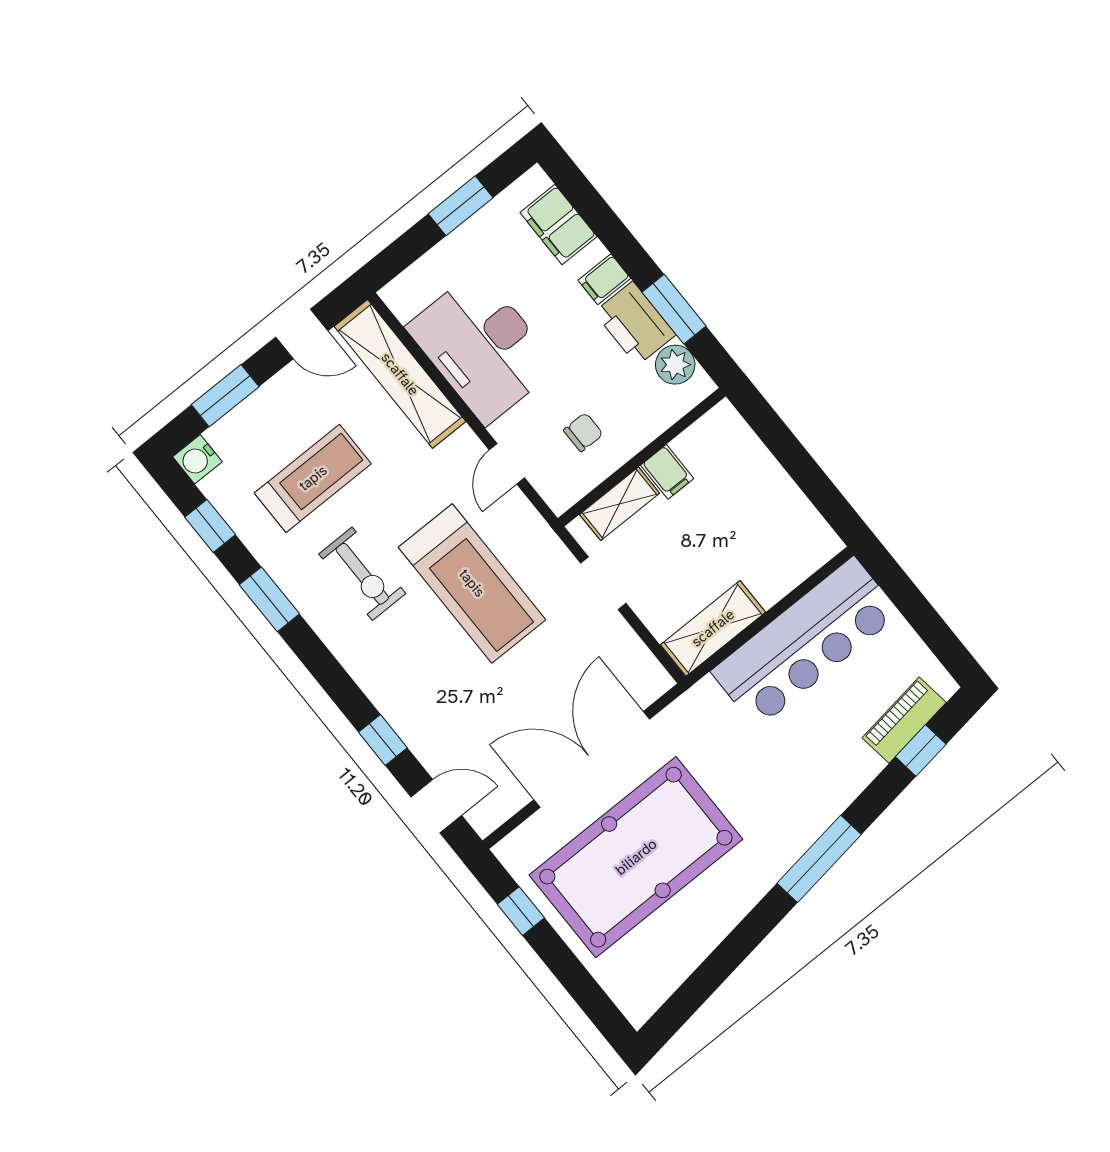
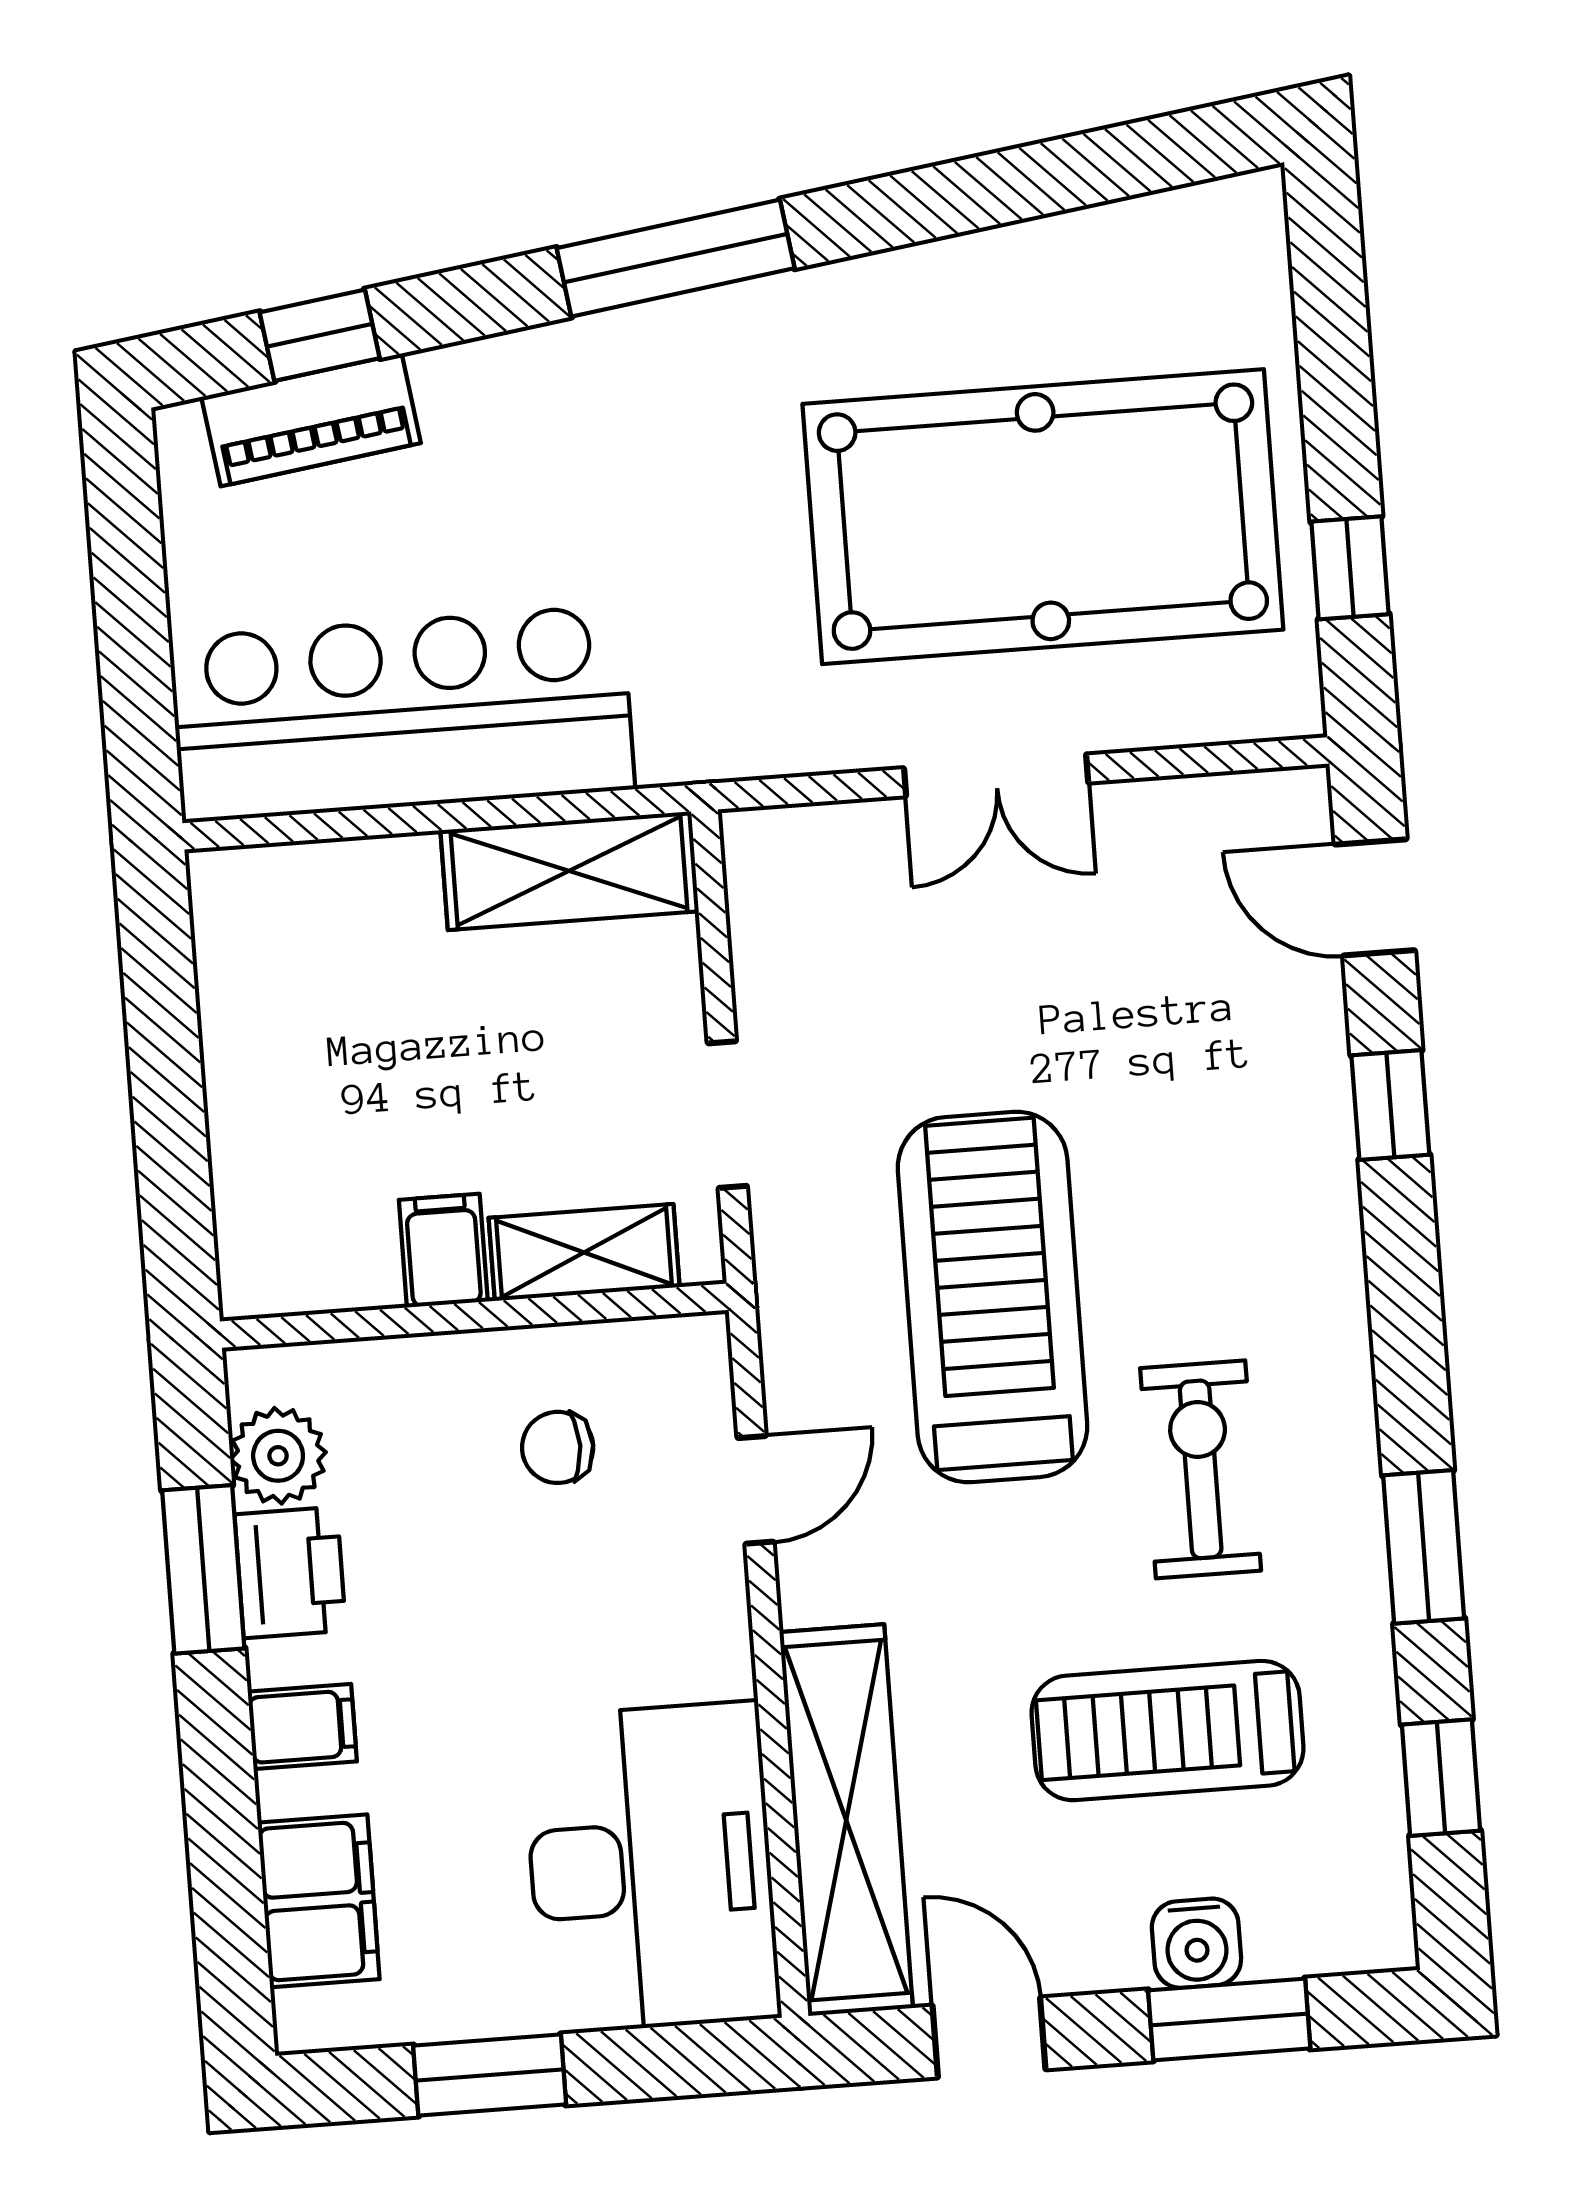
printer: (635, 323) -> (290, 1572), width x0.73, depth x0.84
desk: (482, 347) -> (651, 1868), moved
water cooler: (197, 459) -> (1196, 1943), moved, turned 90
double door: (592, 759) -> (996, 775), width x0.54

